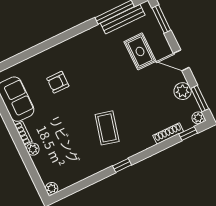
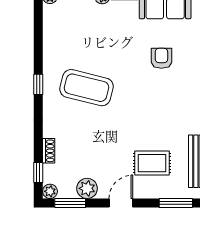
coffee table: (107, 128) -> (87, 88), width x1.36, depth x1.32
shoe rack: (168, 134) -> (49, 151), width x0.70

